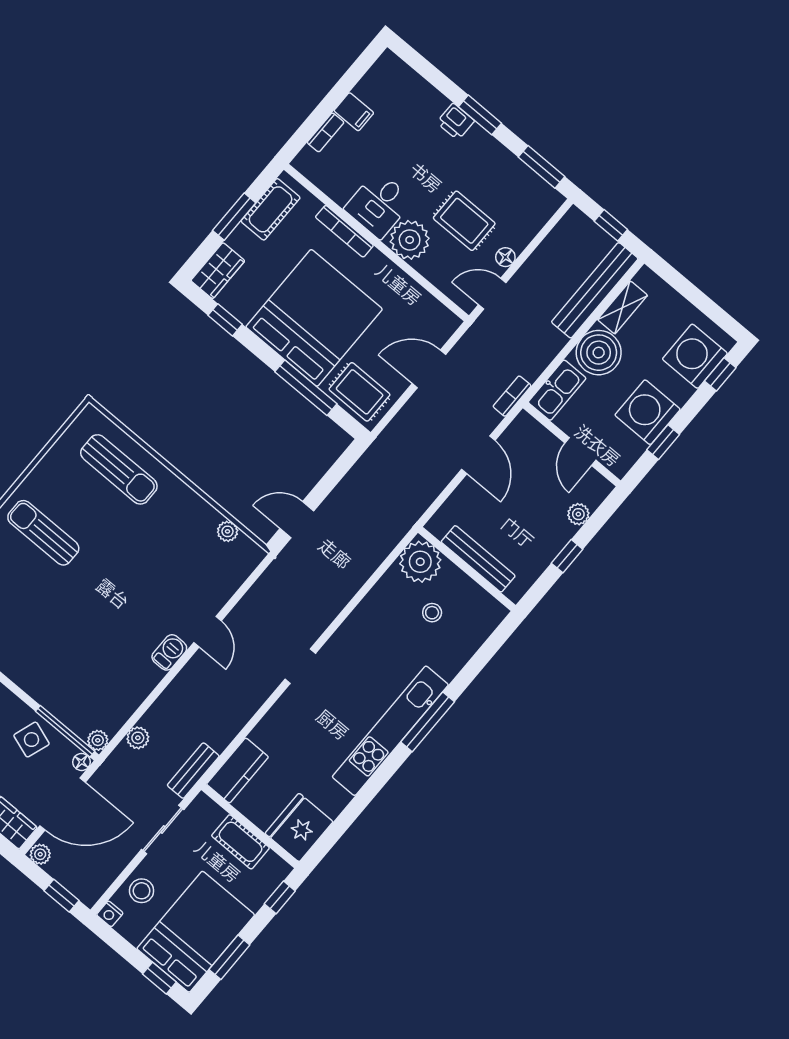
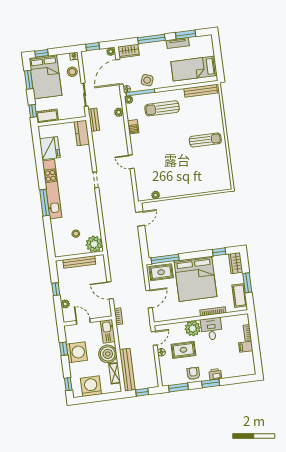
armchair: (491, 163) -> (193, 373), added
washing machine: (695, 356) -> (91, 386), moved, turned -90
window: (306, 388) -> (165, 259), moved
sun lounger: (119, 469) -> (162, 108), moved
barbecue: (169, 652) -> (133, 127), moved
fridge: (299, 828) -> (50, 148), moved
cot: (240, 842) -> (47, 116), moved

